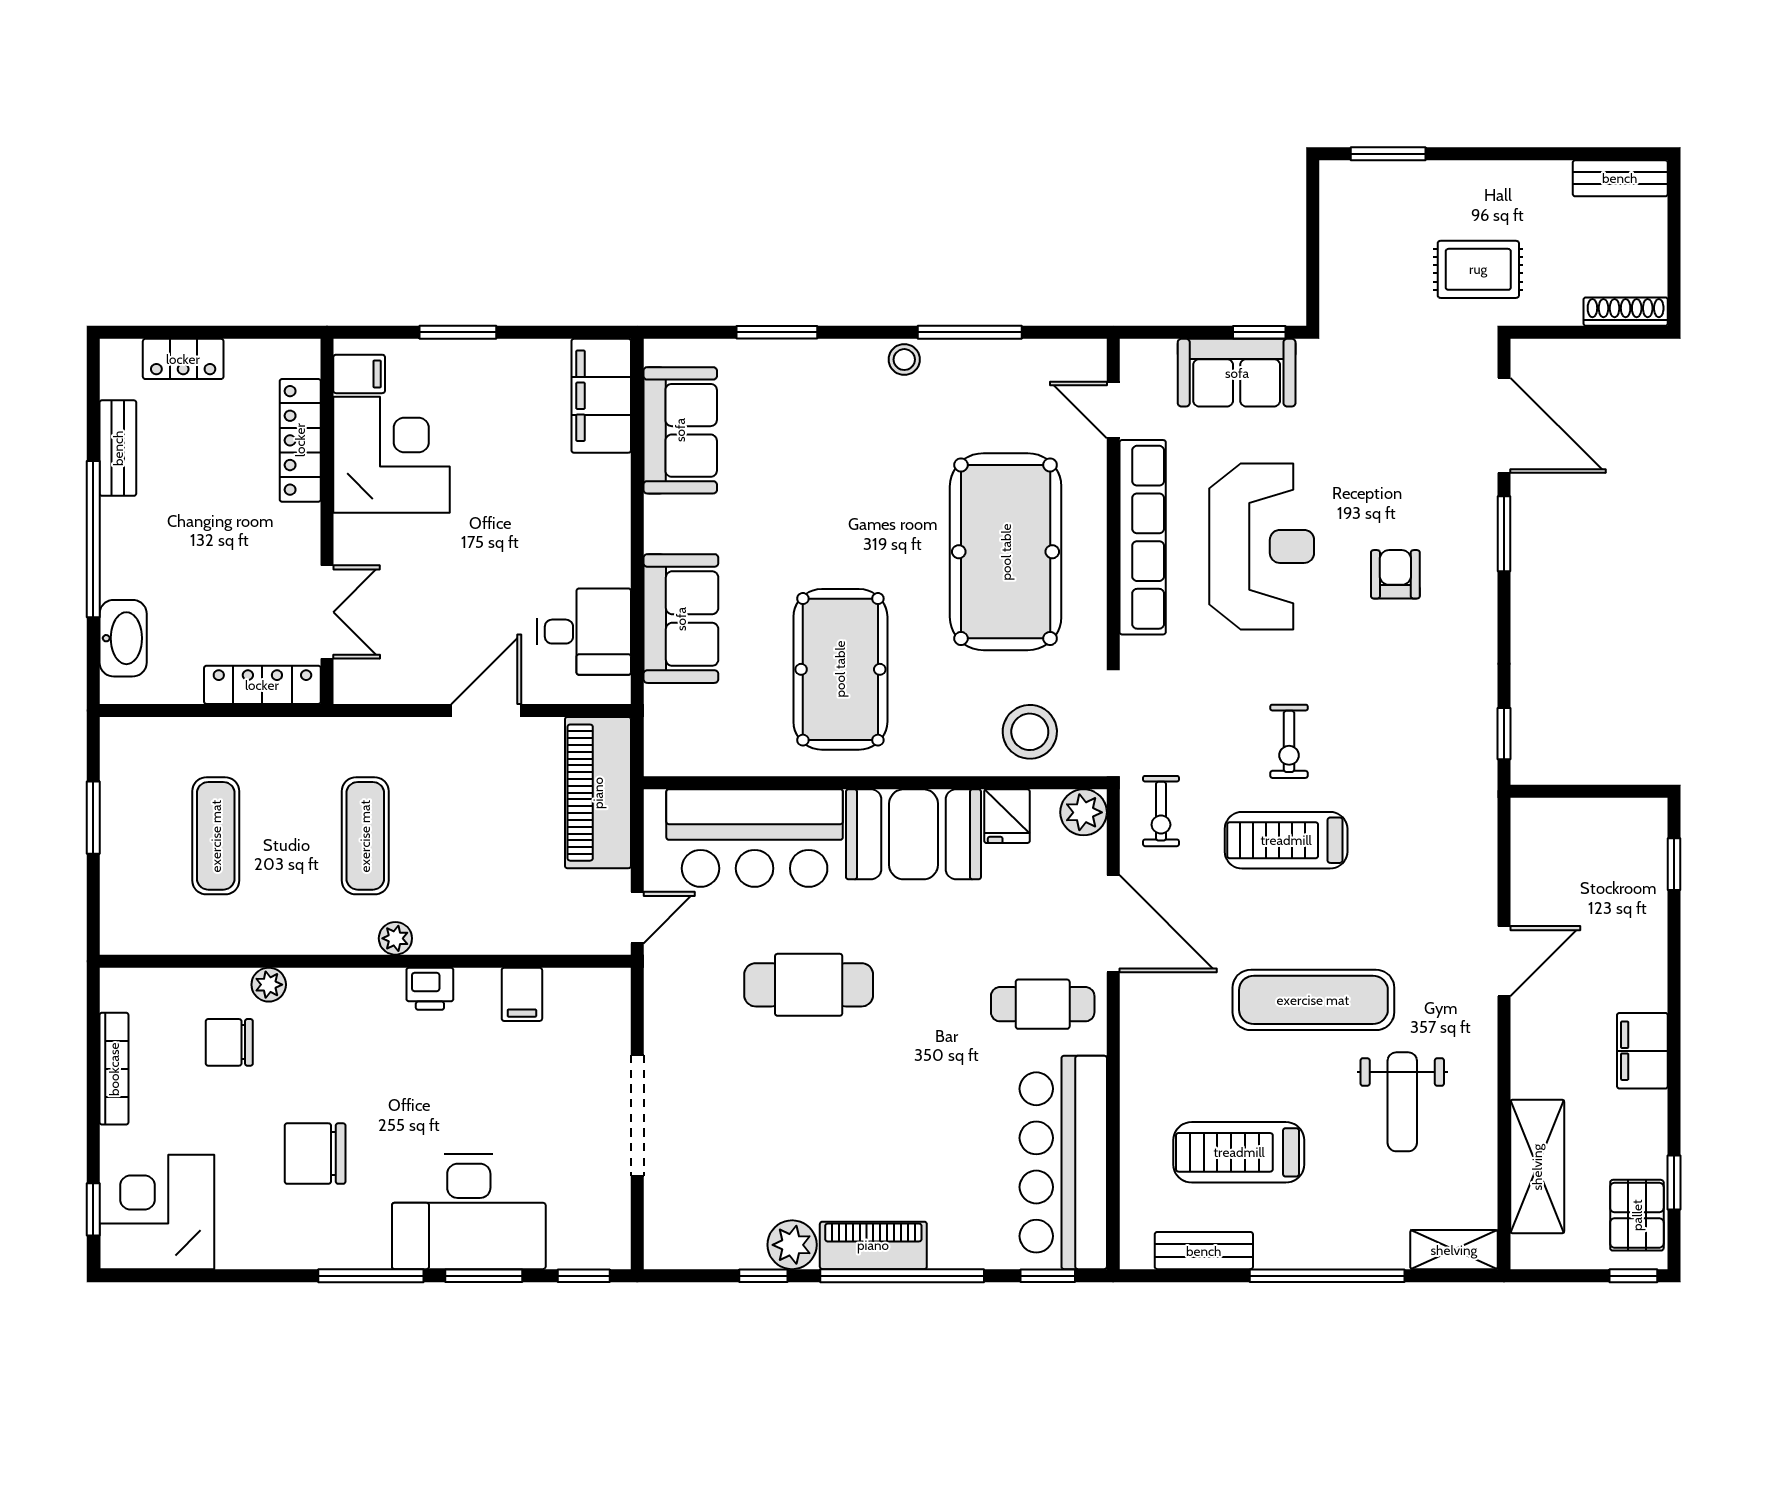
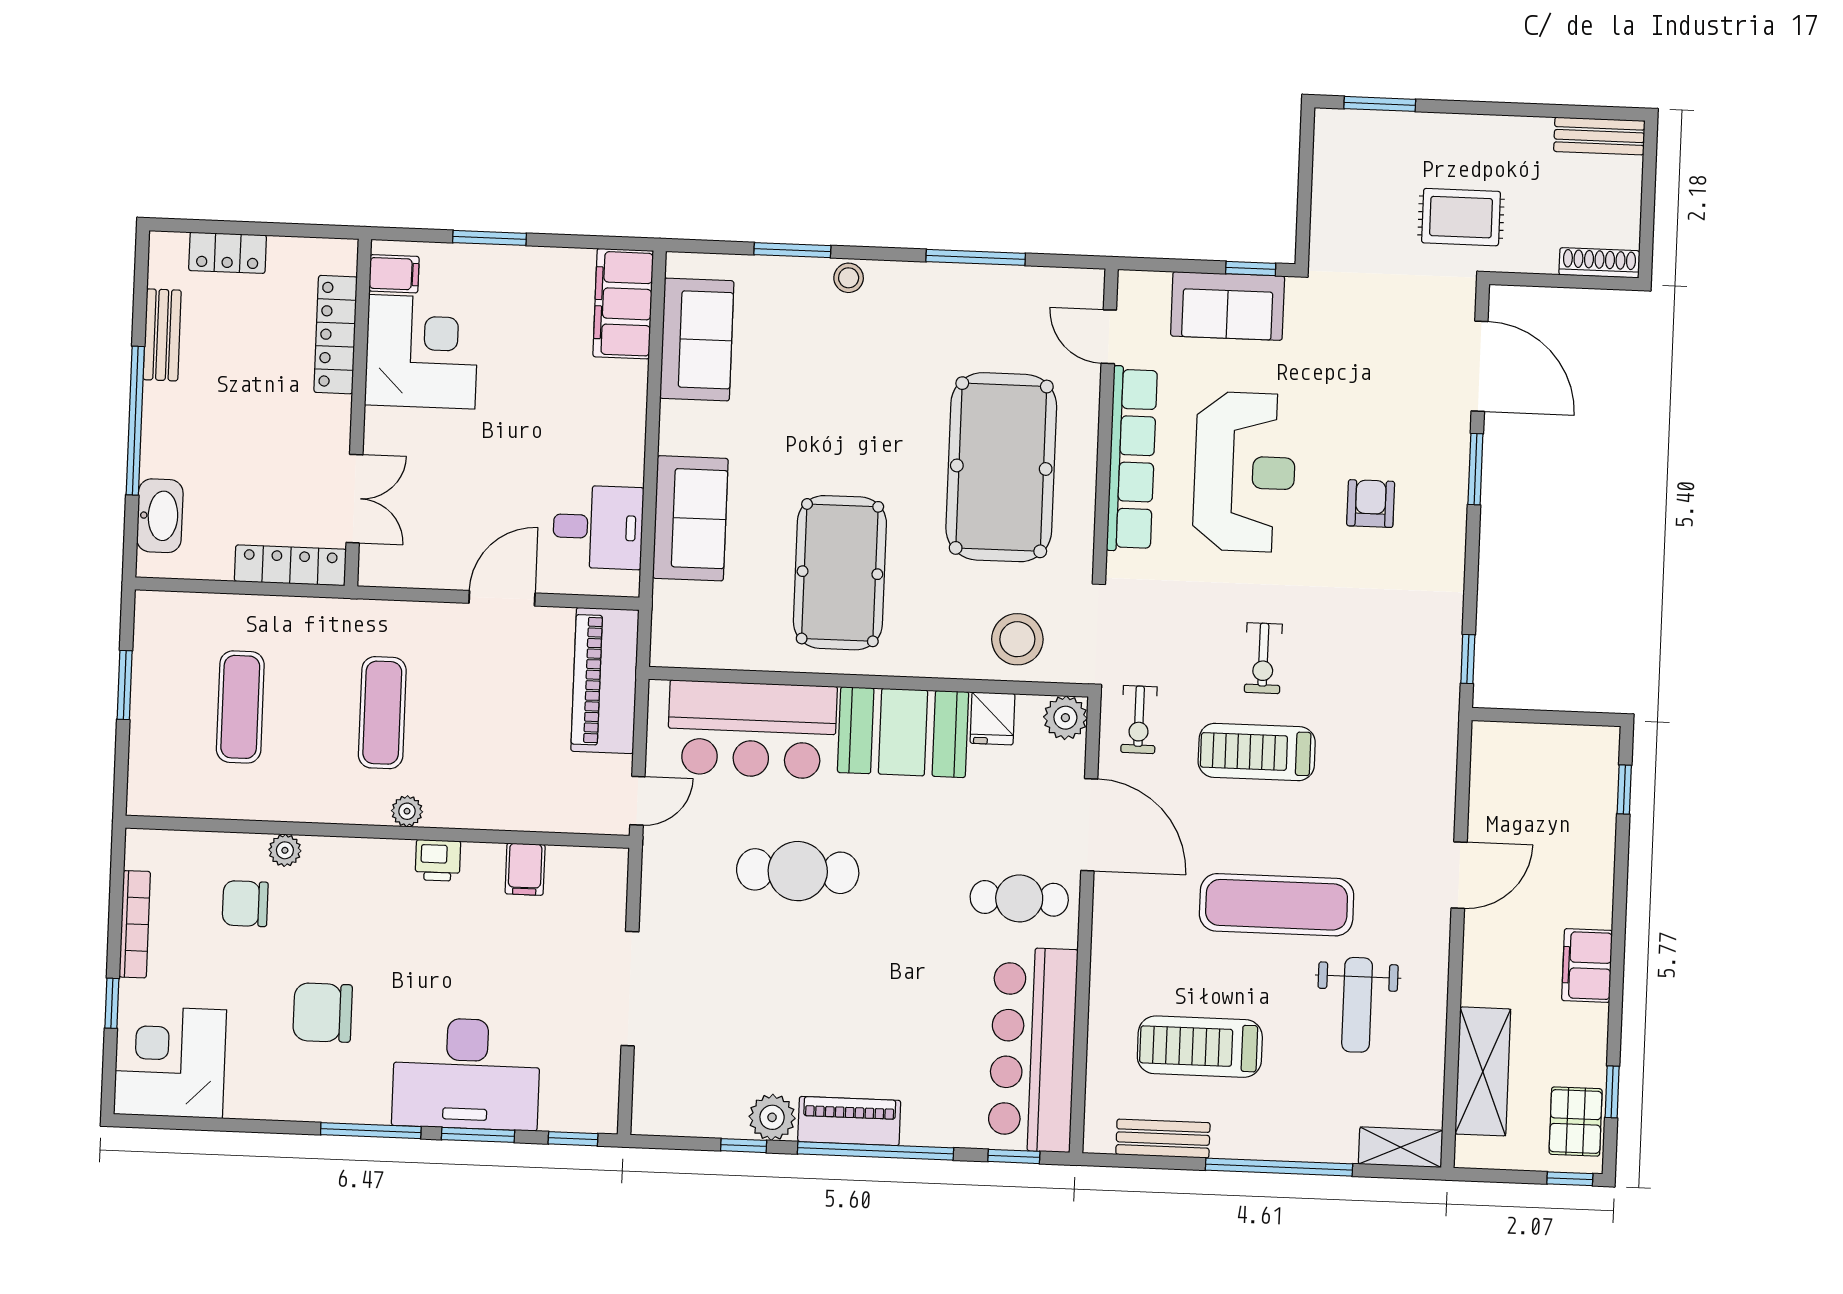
stool: (904, 360) -> (849, 278), moved
window: (93, 1209) -> (112, 1003), moved

